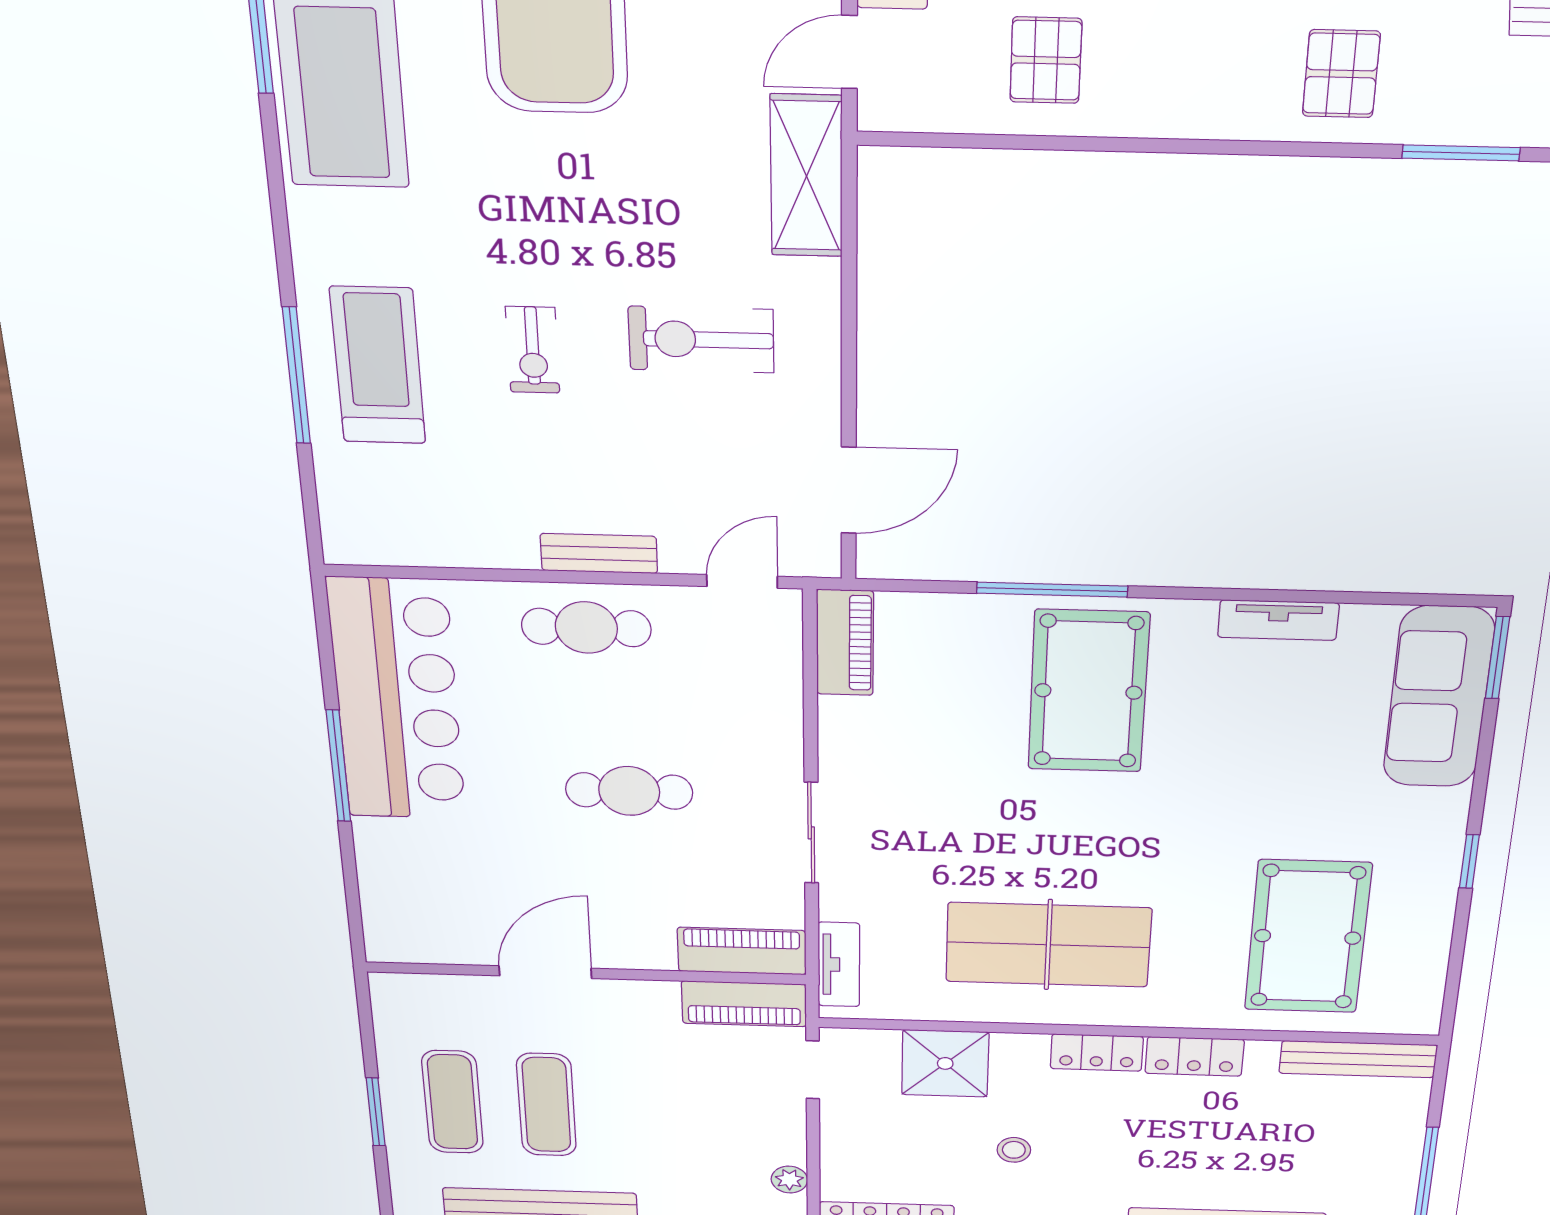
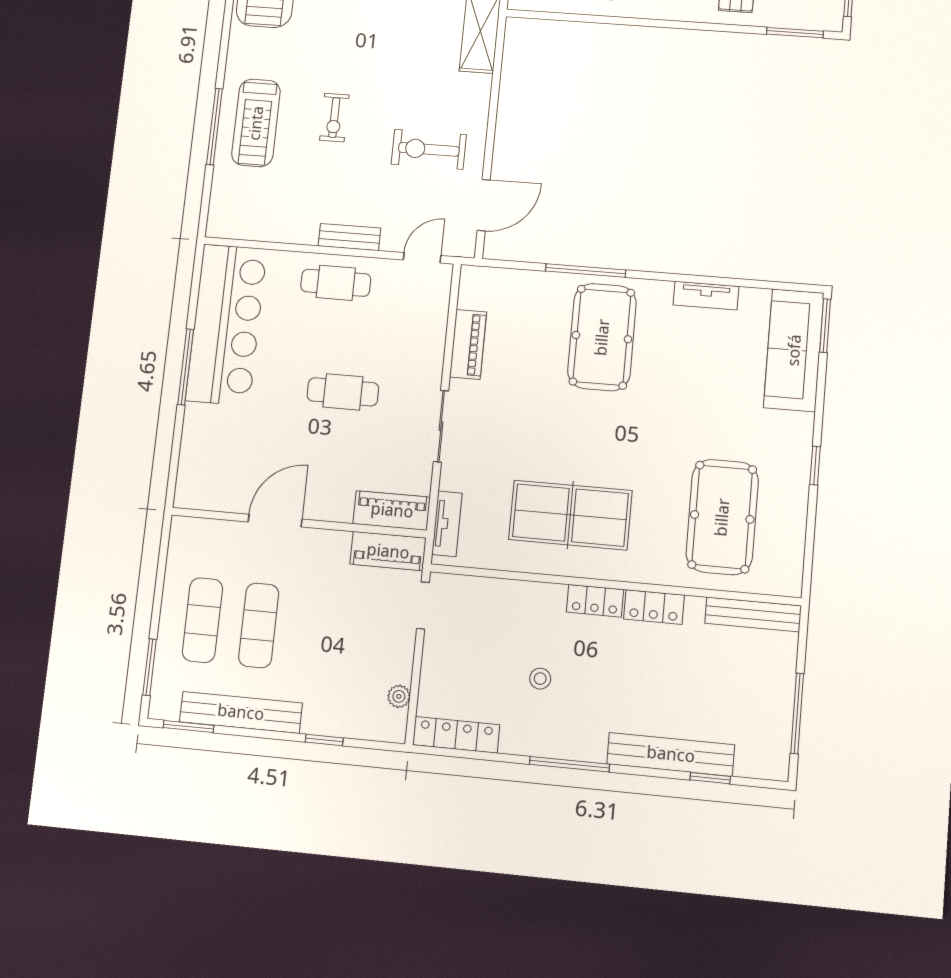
exercise bike: (701, 340) -> (429, 149), moved
treadmill: (378, 366) -> (256, 123), turned 180
piano: (845, 643) -> (468, 344), moved
shower: (945, 1063) -> (503, 605), removed
window: (376, 1112) -> (150, 667), moved

